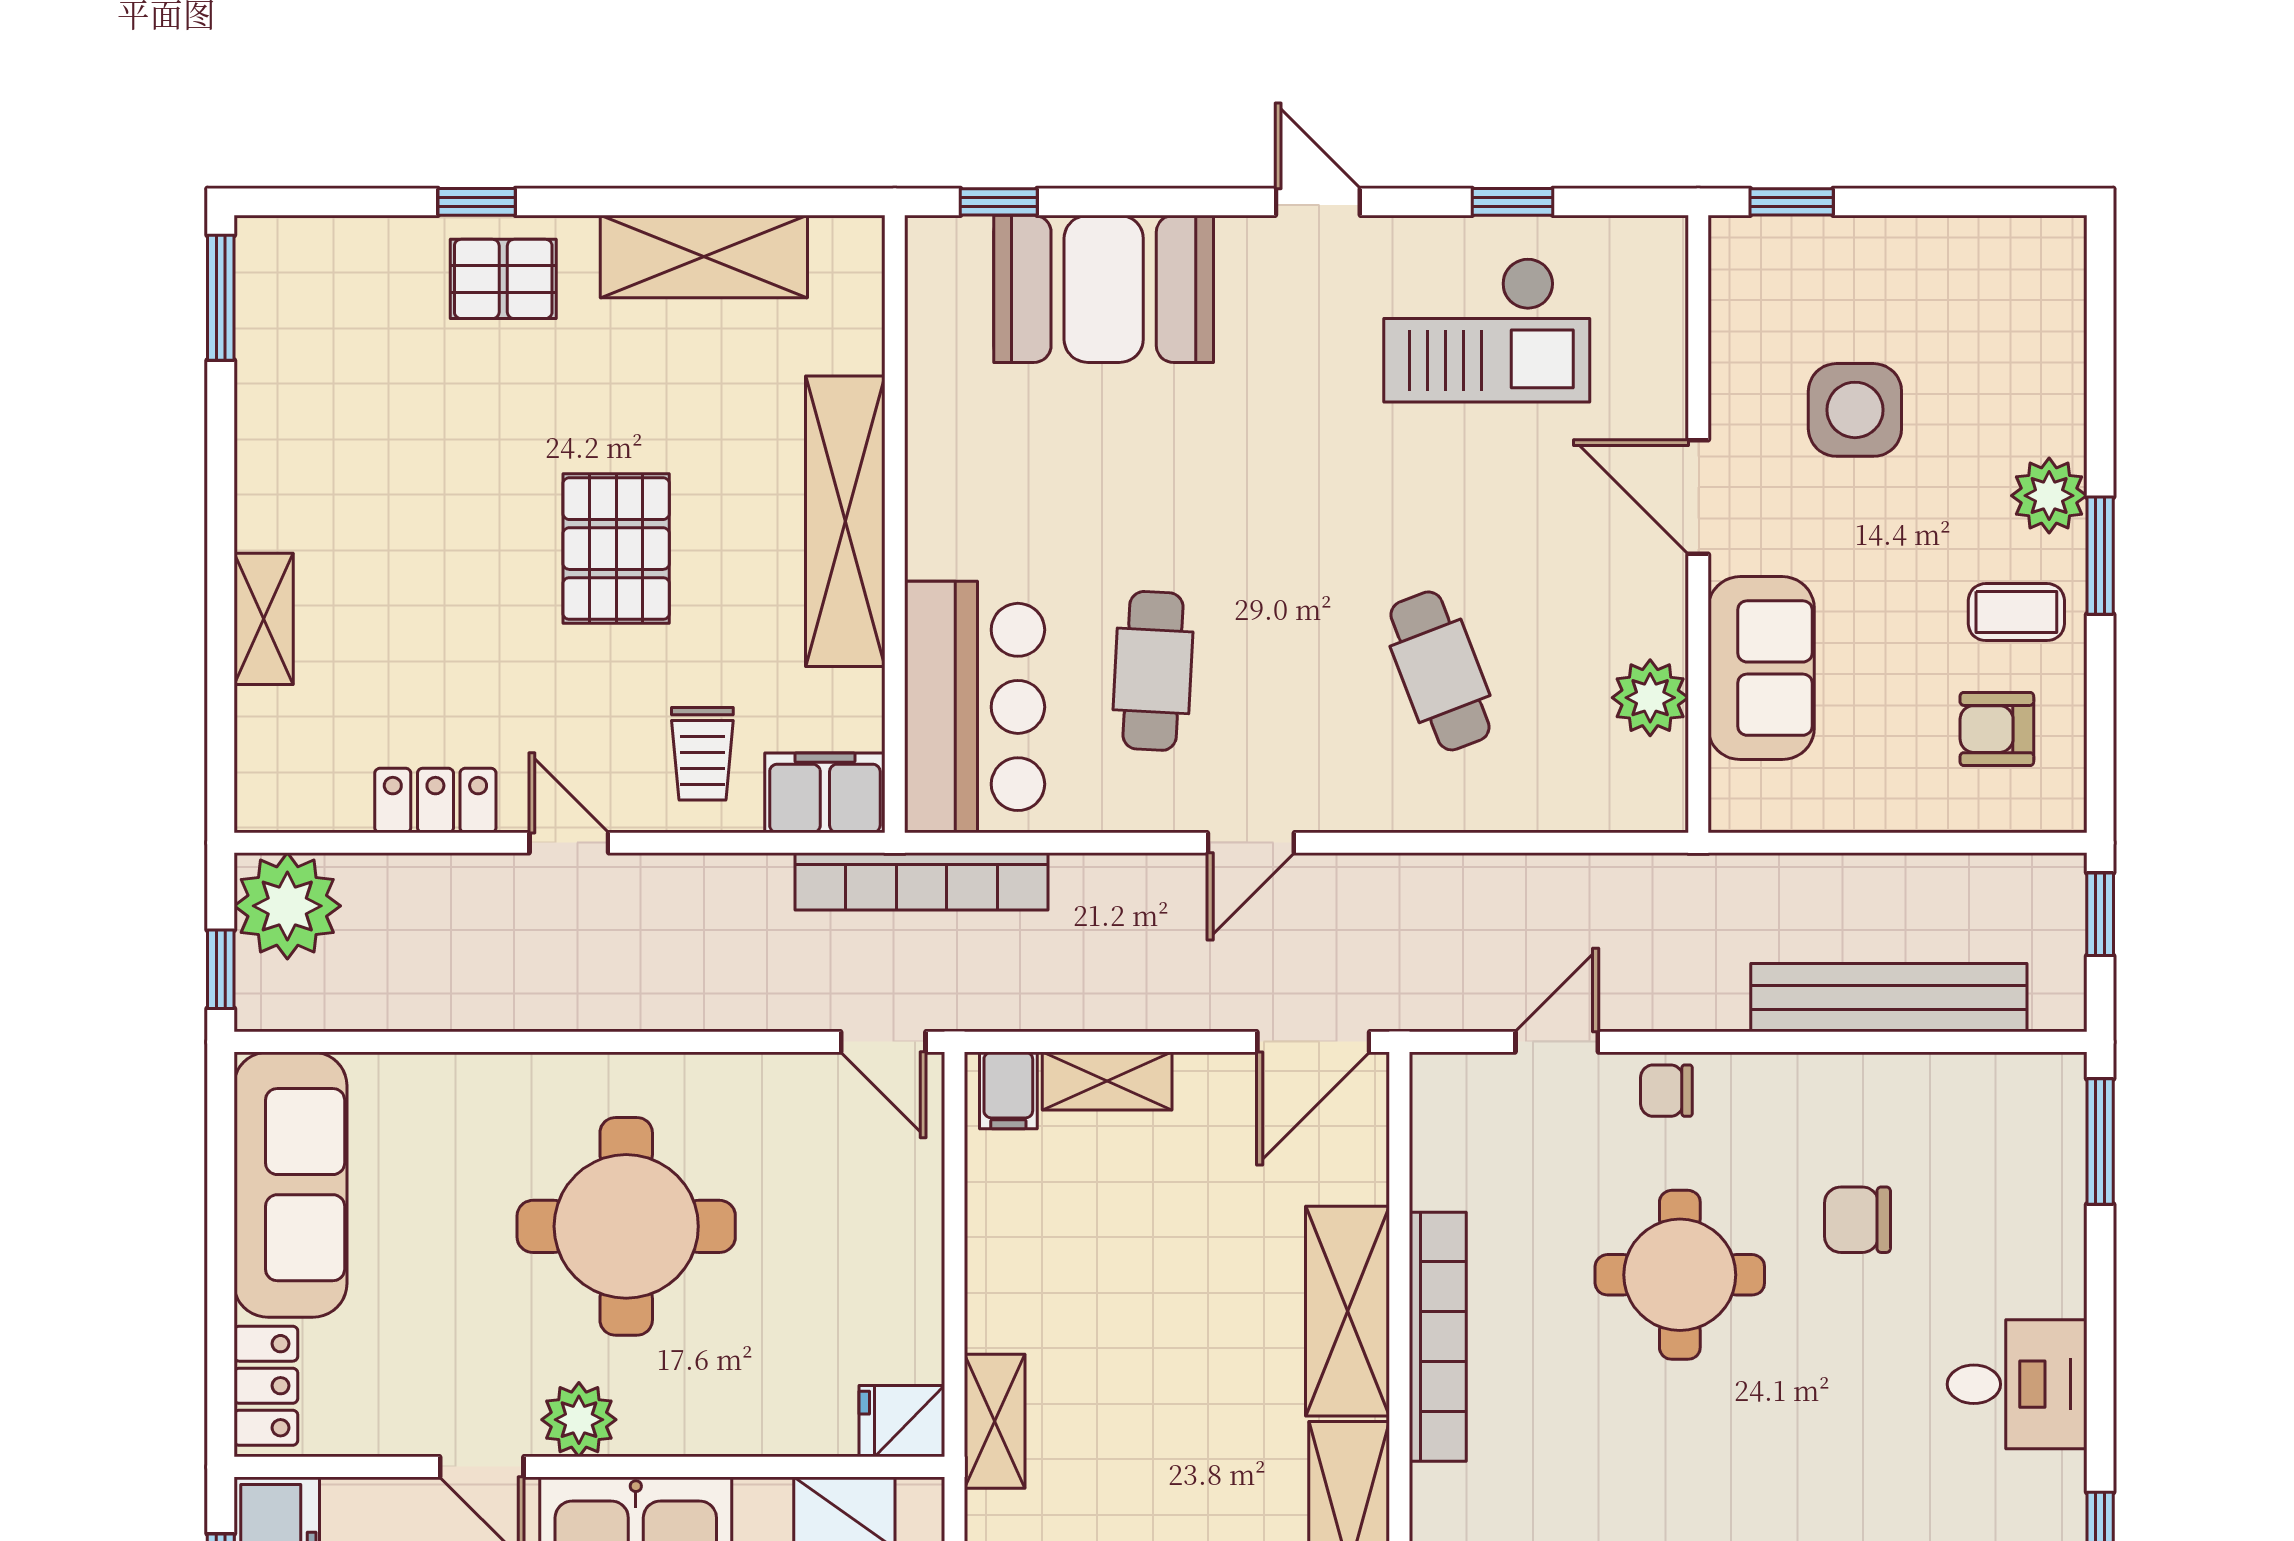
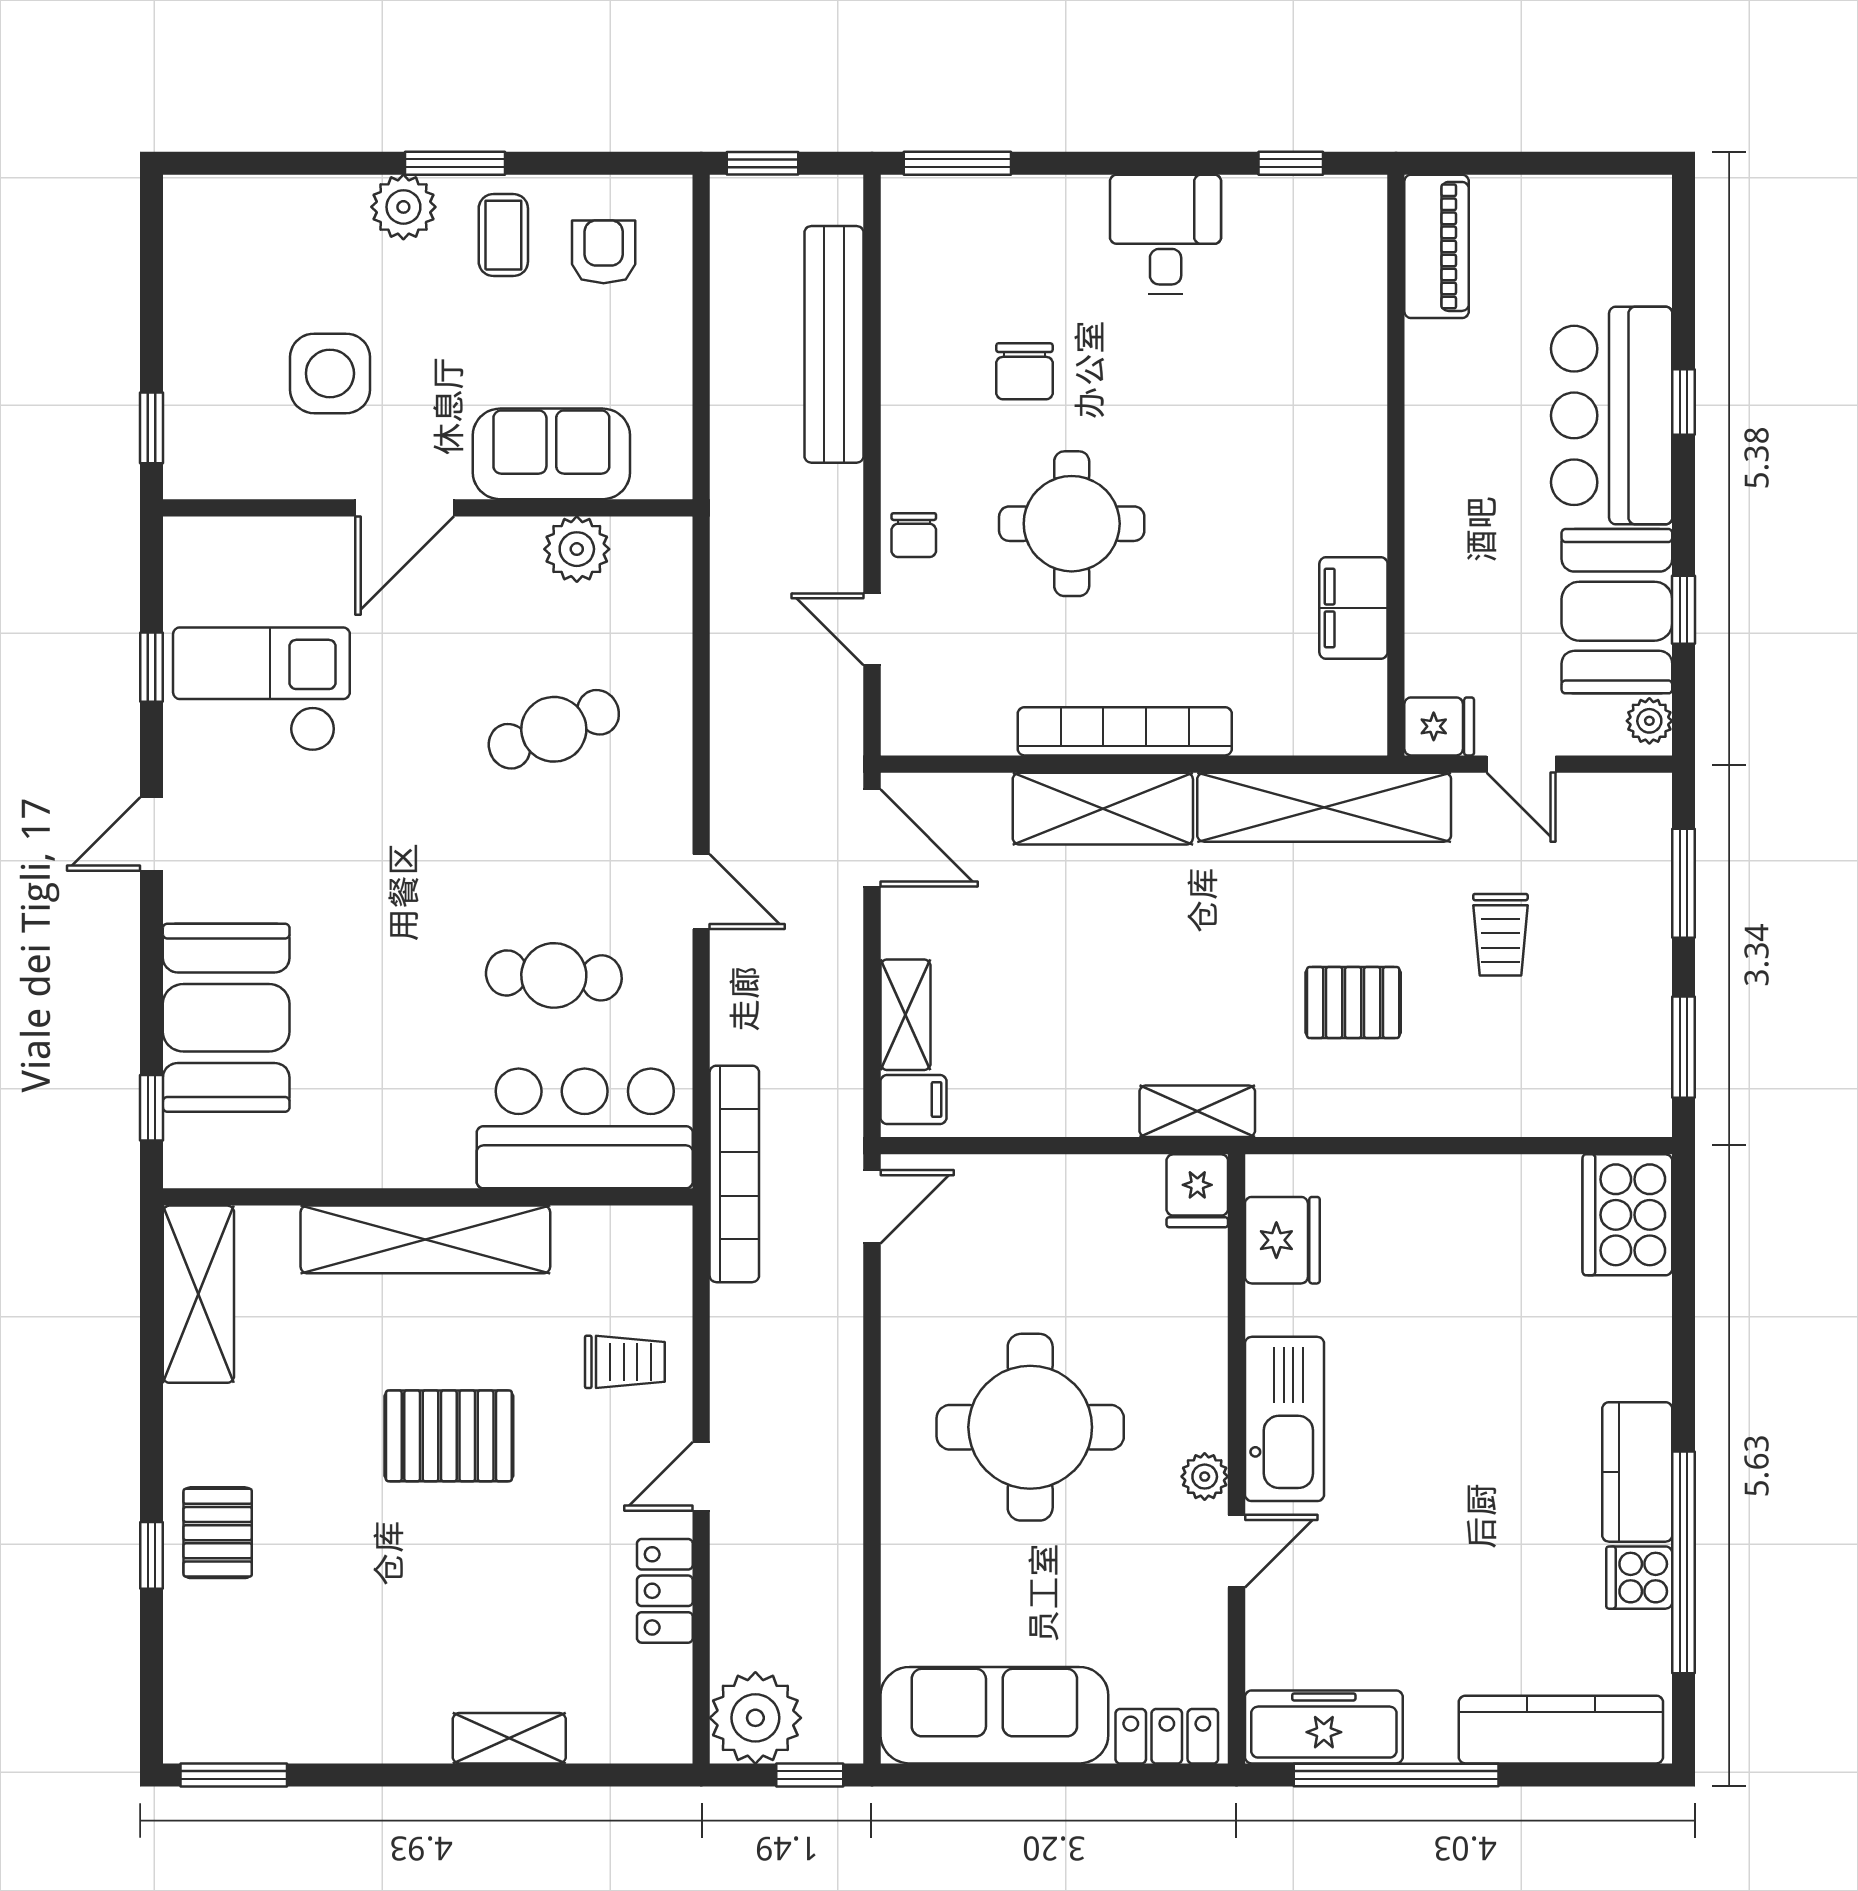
shelving: (704, 257) -> (198, 1294), moved
checkout: (1487, 330) -> (261, 689), turned -90
armchair: (1997, 729) -> (604, 252), turned 180
filing cabinet: (825, 793) -> (658, 1257), removed
plant: (579, 1420) -> (1205, 1477), width x0.73, depth x0.73

